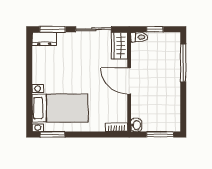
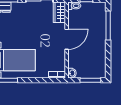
door: (129, 81) -> (67, 39), swing flipped

